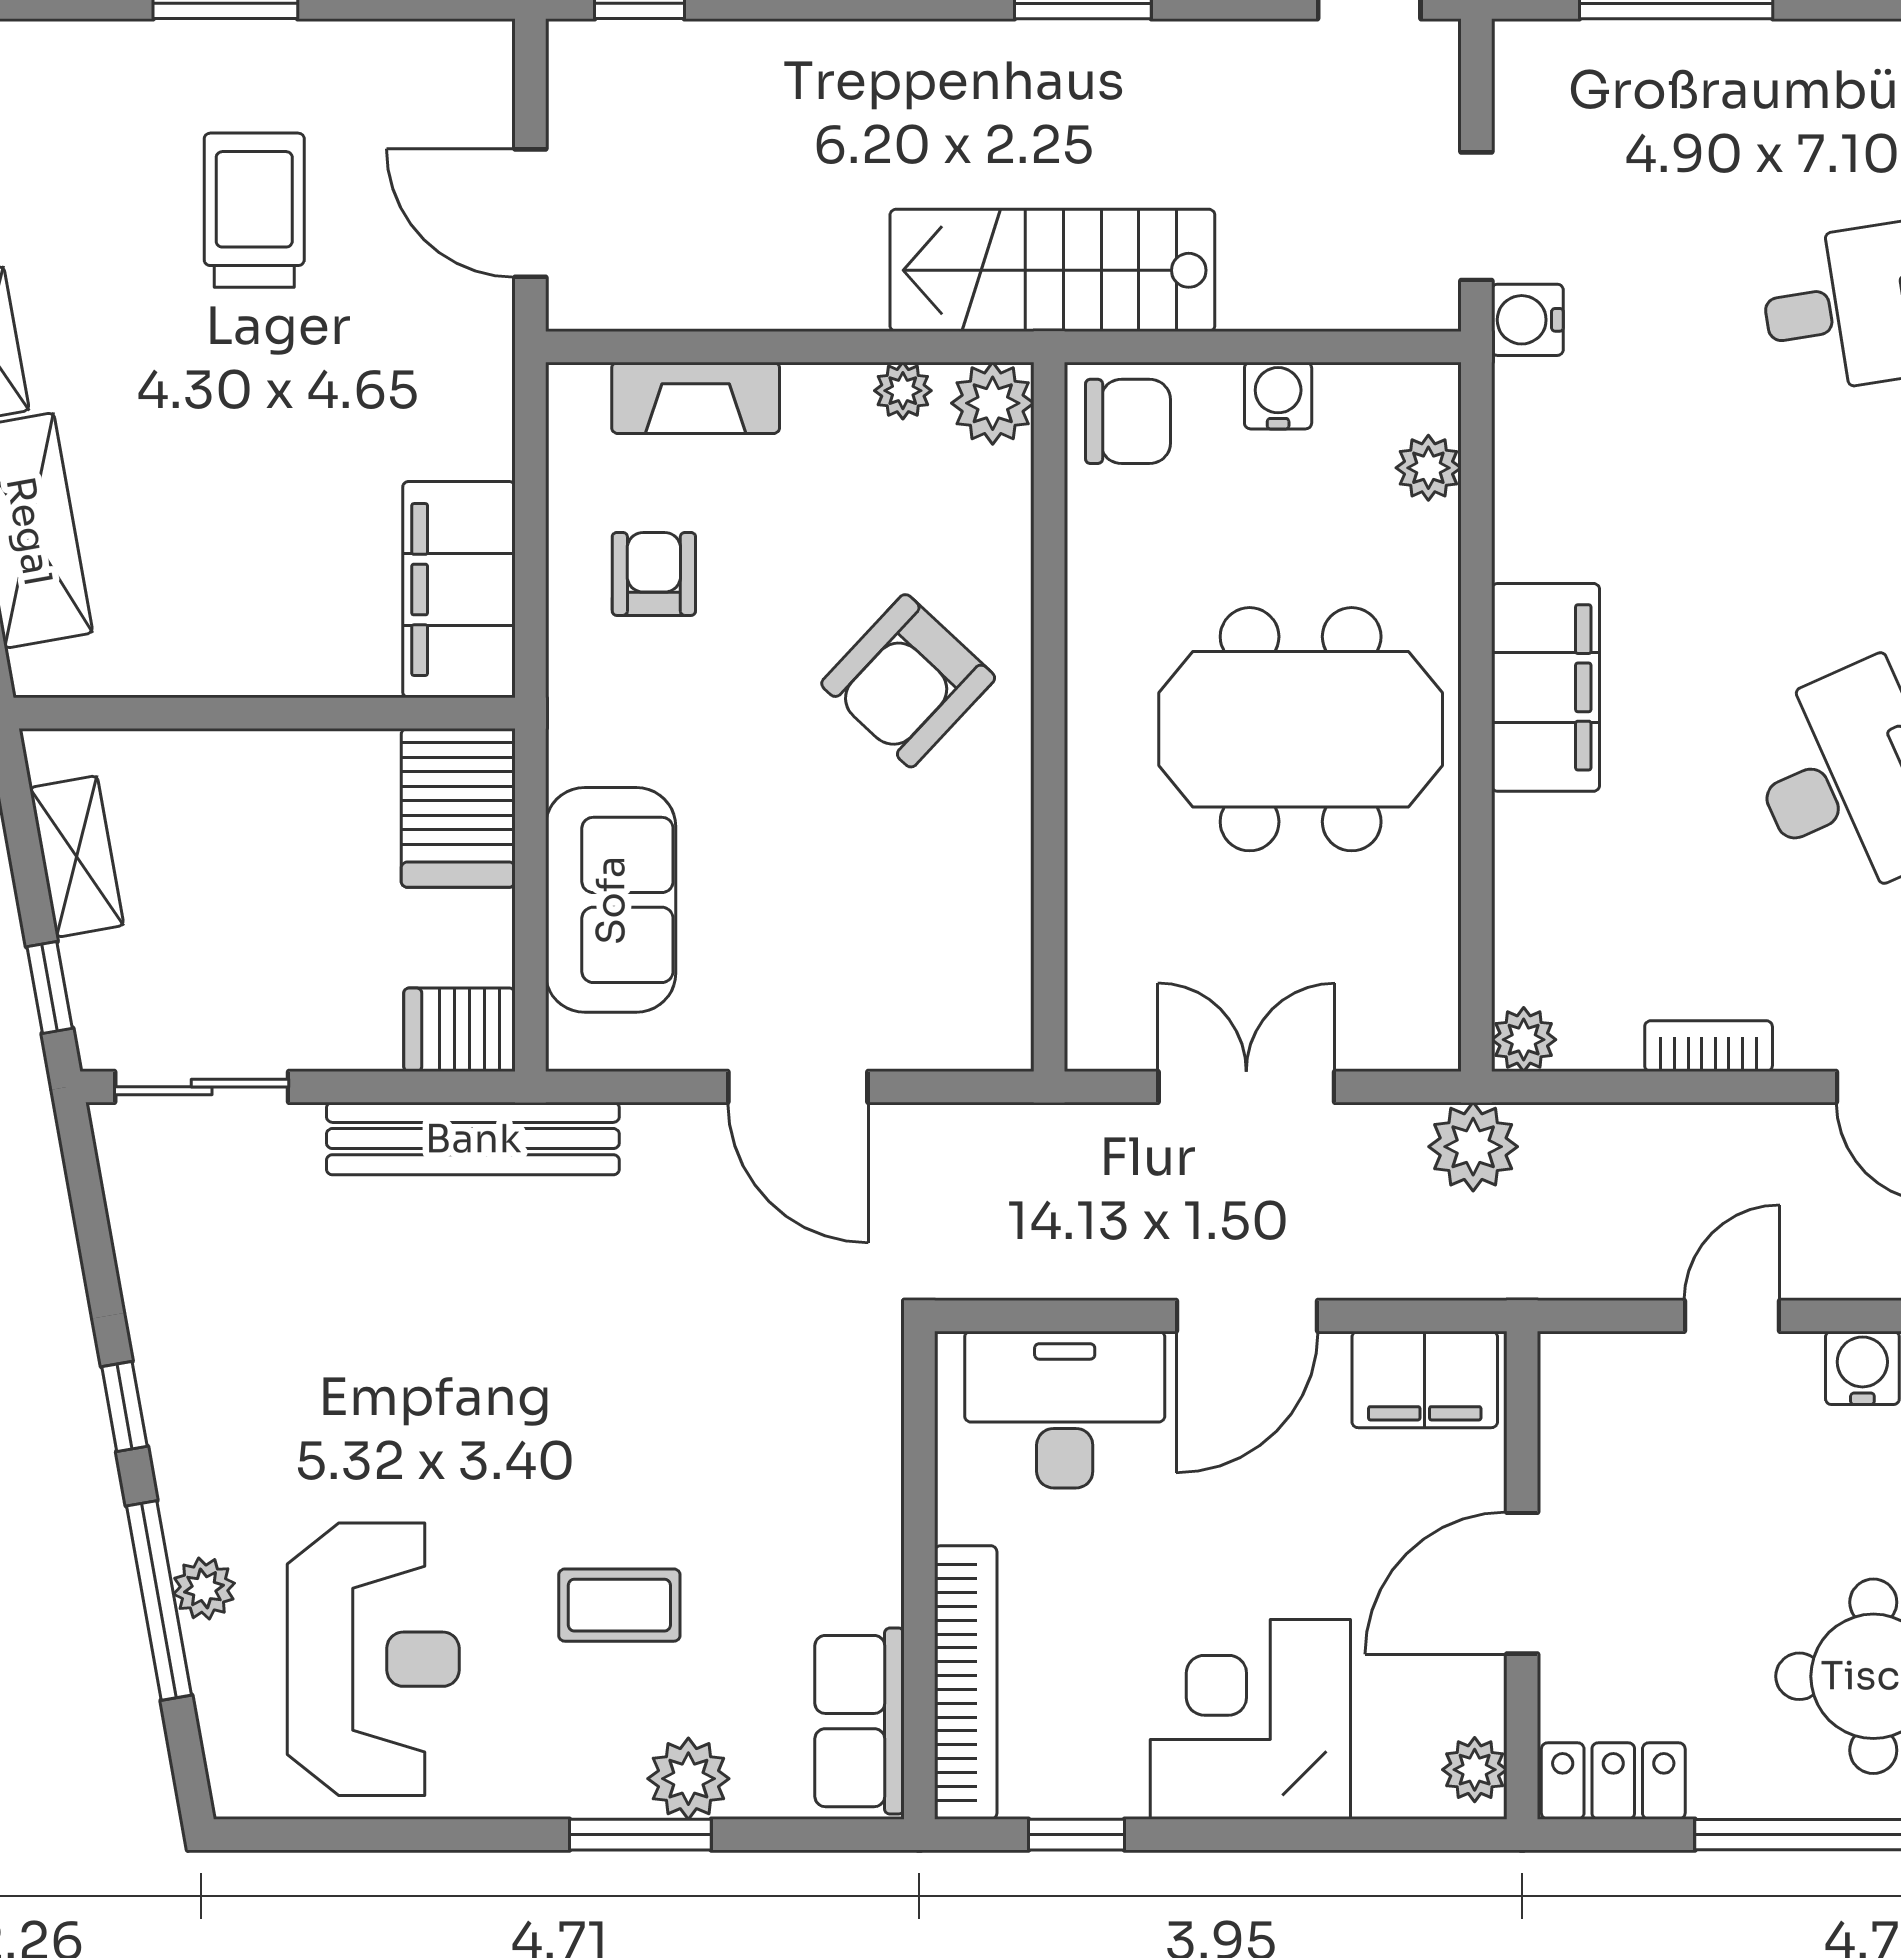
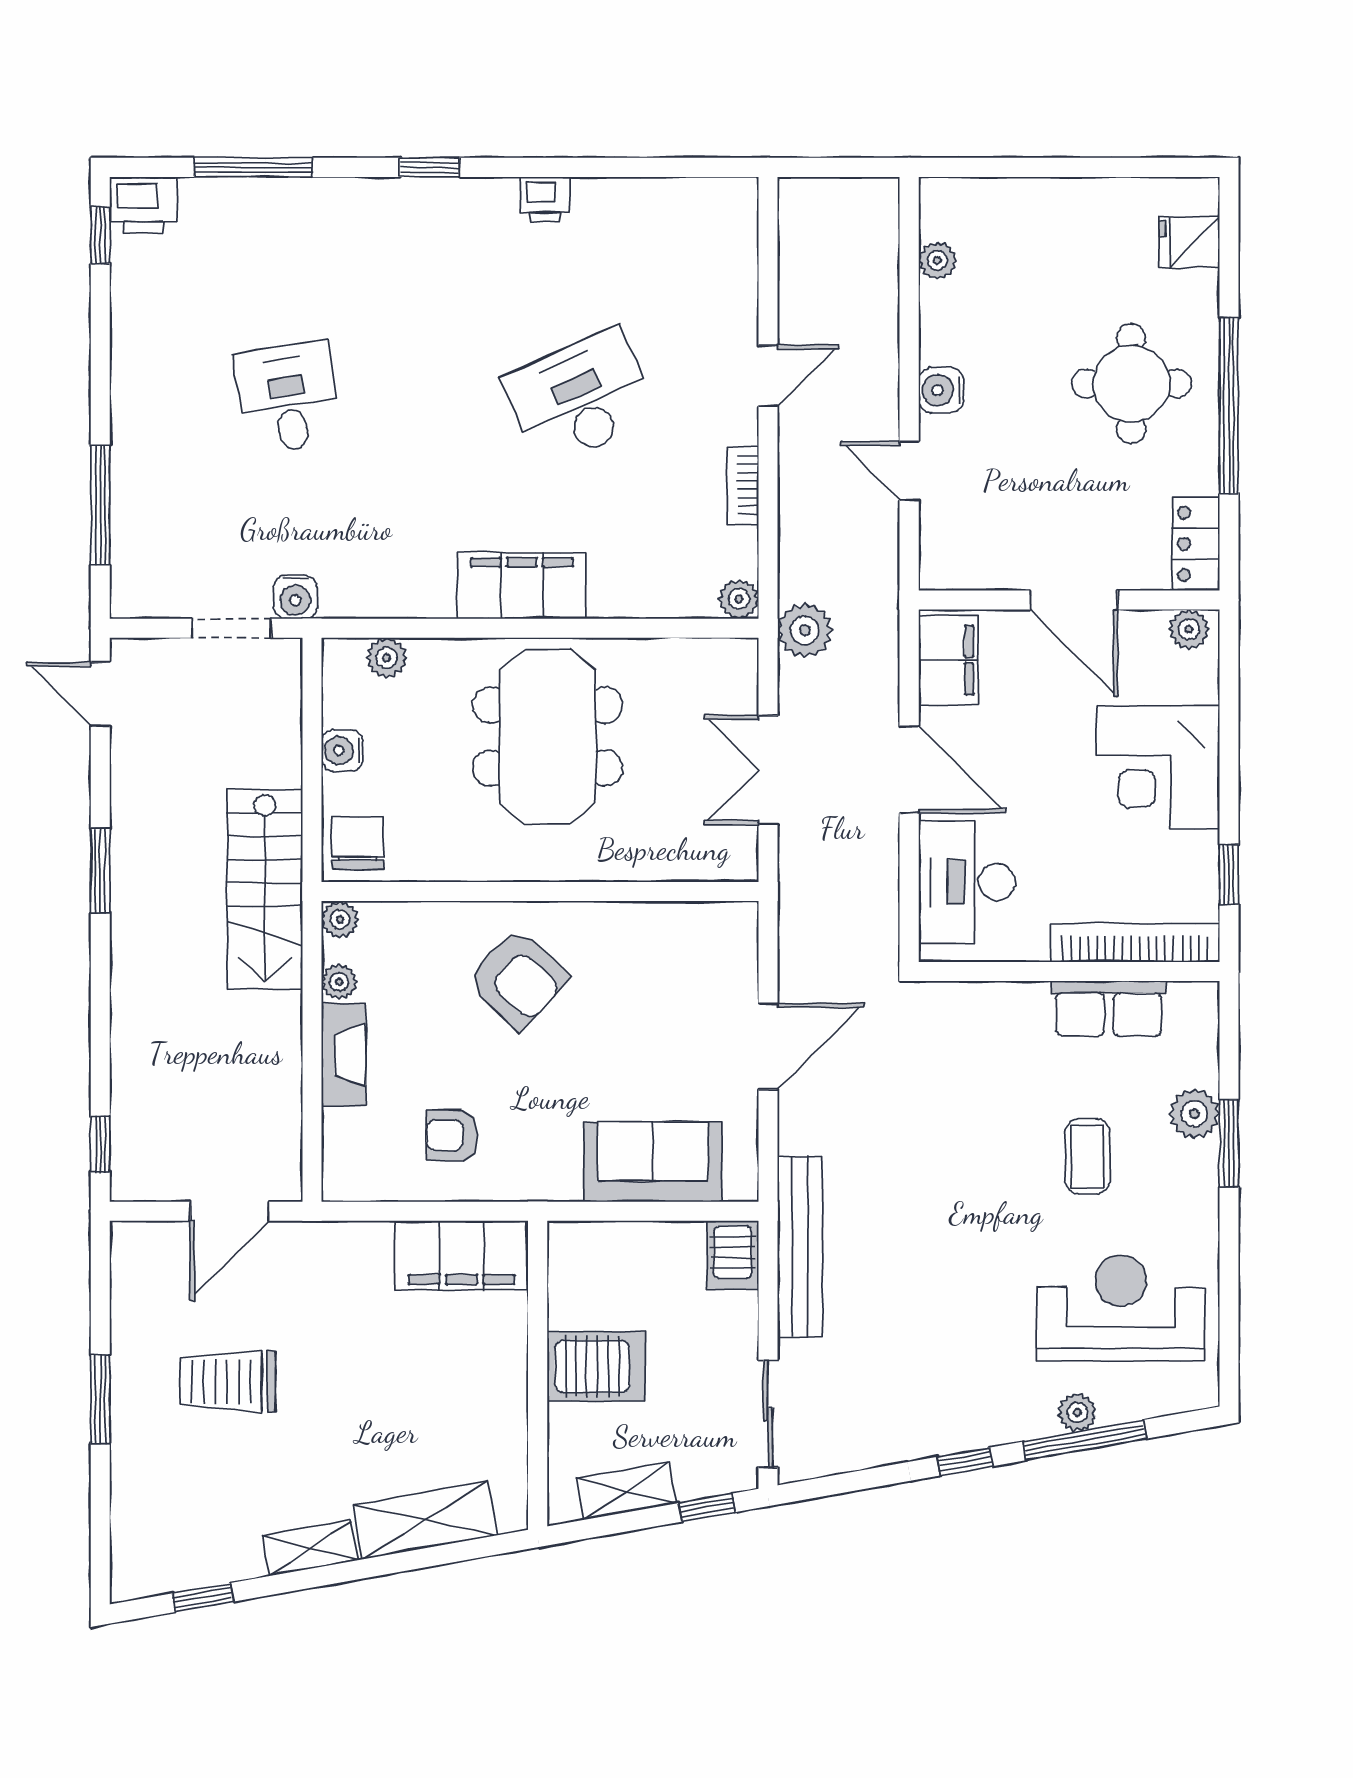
fireplace: (696, 398) -> (343, 1055), moved
plant: (993, 403) -> (340, 919), width x0.73, depth x0.73
server rack: (458, 808) -> (596, 1366), moved
row of seats: (860, 1721) -> (1109, 1008), moved

